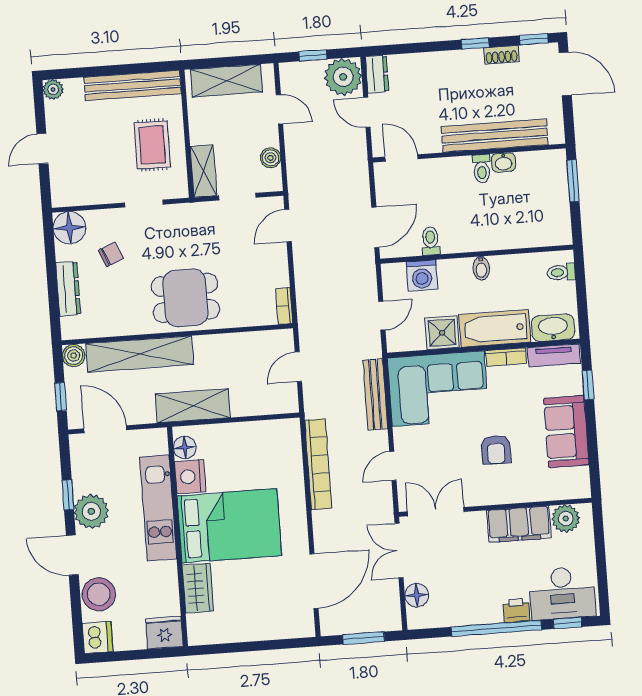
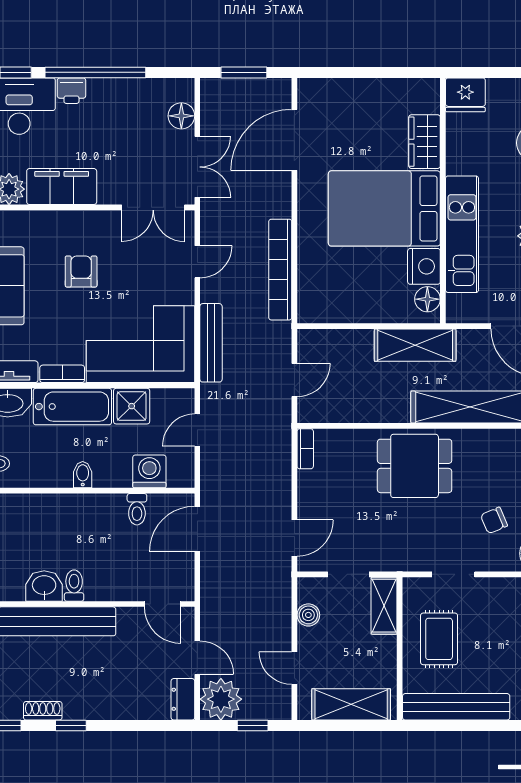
washbasin: (504, 162) -> (44, 586), width x1.38, depth x1.45

